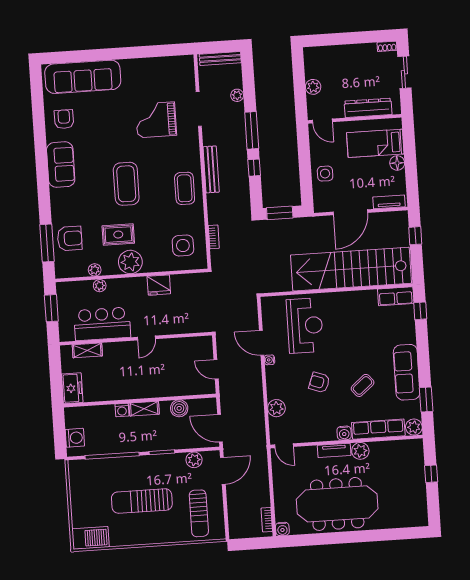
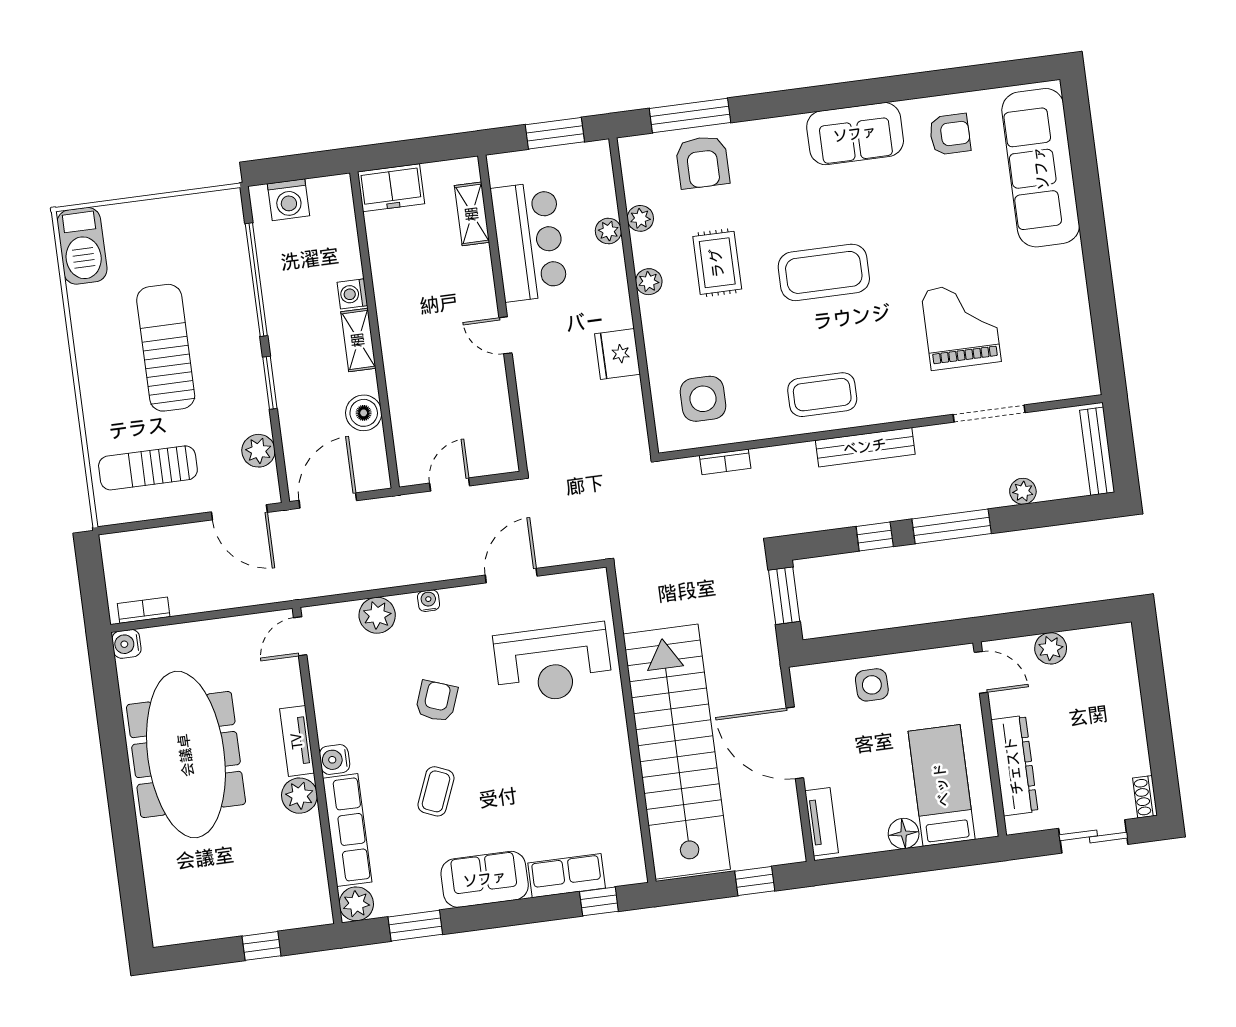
door: (322, 121) -> (981, 672), swing flipped
plant: (130, 262) -> (649, 282), width x0.53, depth x0.53
row of seats: (396, 296) -> (567, 876), moved, turned 90
water cooler: (270, 360) -> (429, 601), moved
sofa: (407, 372) -> (485, 879), width x0.73
coffee table: (363, 385) -> (436, 791), turned 62

